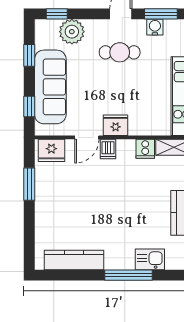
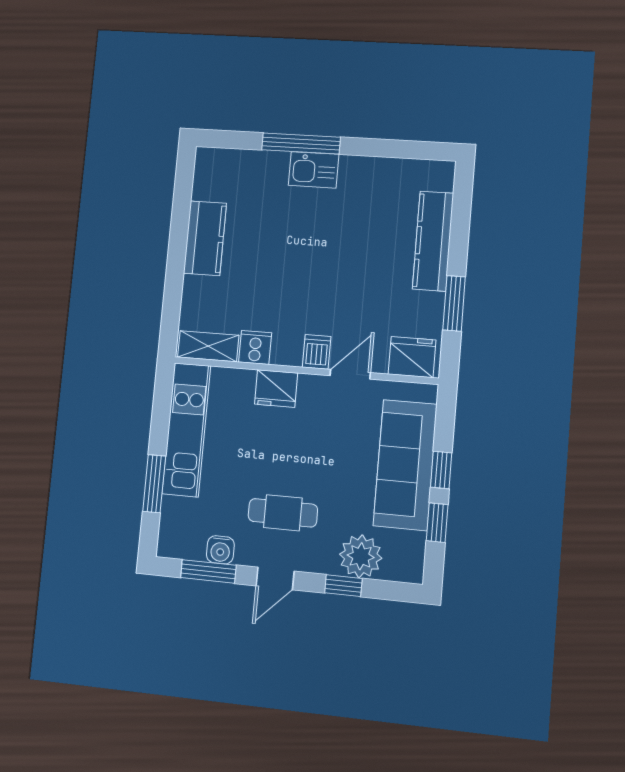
window: (57, 14) -> (343, 586), moved
window: (29, 106) -> (441, 470), moved
fridge: (116, 125) -> (276, 389), moved
kitchen sink: (150, 259) -> (314, 170), moved
kitchen counter: (74, 260) -> (433, 241), moved, turned 90

